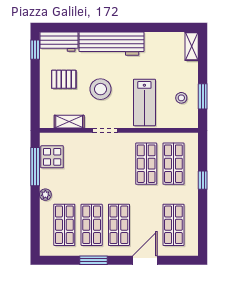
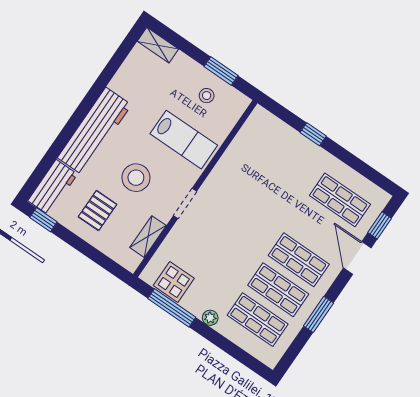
shop shelf: (146, 164) -> (252, 184), removed
shop shelf: (173, 164) -> (273, 154), removed
window: (175, 260) -> (380, 225), added

